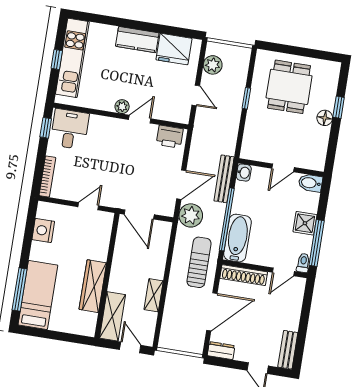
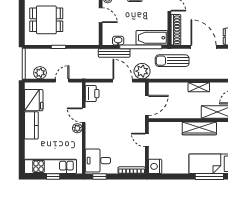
washbasin: (244, 173) -> (118, 41), moved
nightstand: (43, 230) -> (155, 166), moved, turned 90

